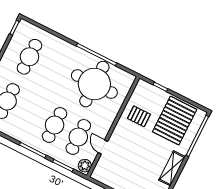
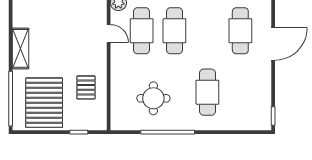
cafe table: (29, 57) -> (207, 92), moved
round table: (94, 84) -> (153, 98), width x0.54, depth x0.54
pallet: (139, 116) -> (86, 87), turned 90

